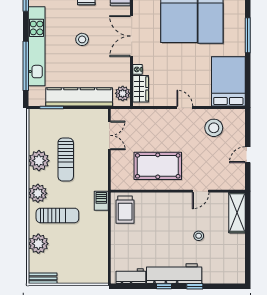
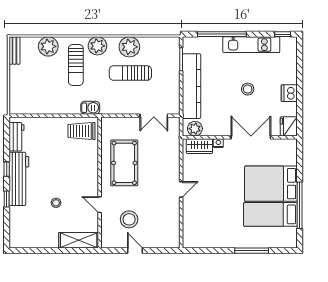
kitchen unit: (37, 46) -> (251, 45), width x0.73
bed: (228, 81) -> (207, 232), removed
stool: (214, 128) -> (129, 219), moved

